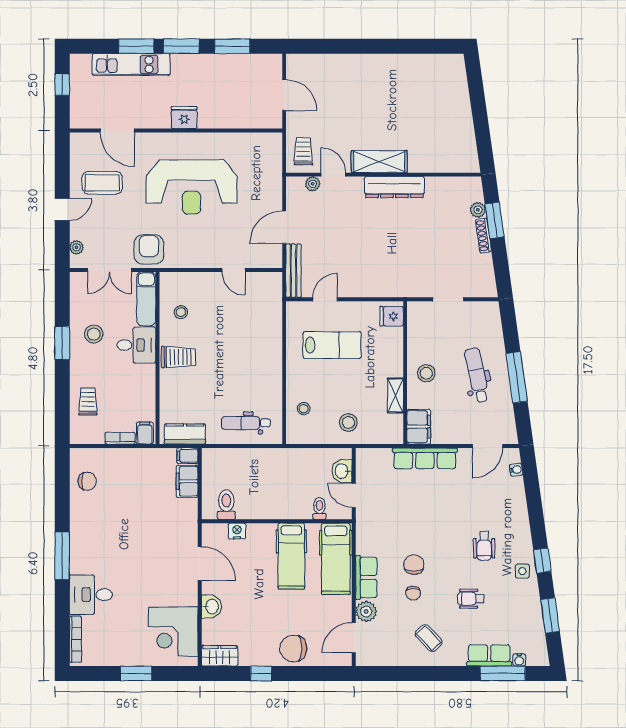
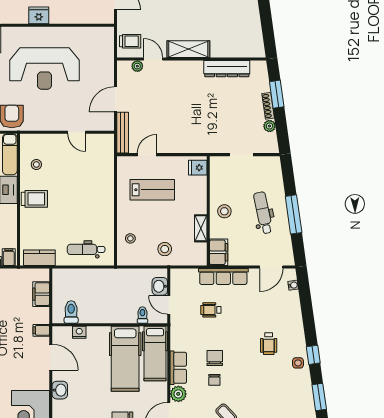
trolley: (303, 151) -> (130, 41), turned 90
dresser: (394, 187) -> (227, 69), moved
plant: (478, 210) -> (269, 126), moved
filing cabinet: (187, 456) -> (41, 330), moved
hospital bed: (291, 556) -> (125, 359), width x1.37, depth x1.29
wheelchair: (471, 599) -> (211, 310), moved

